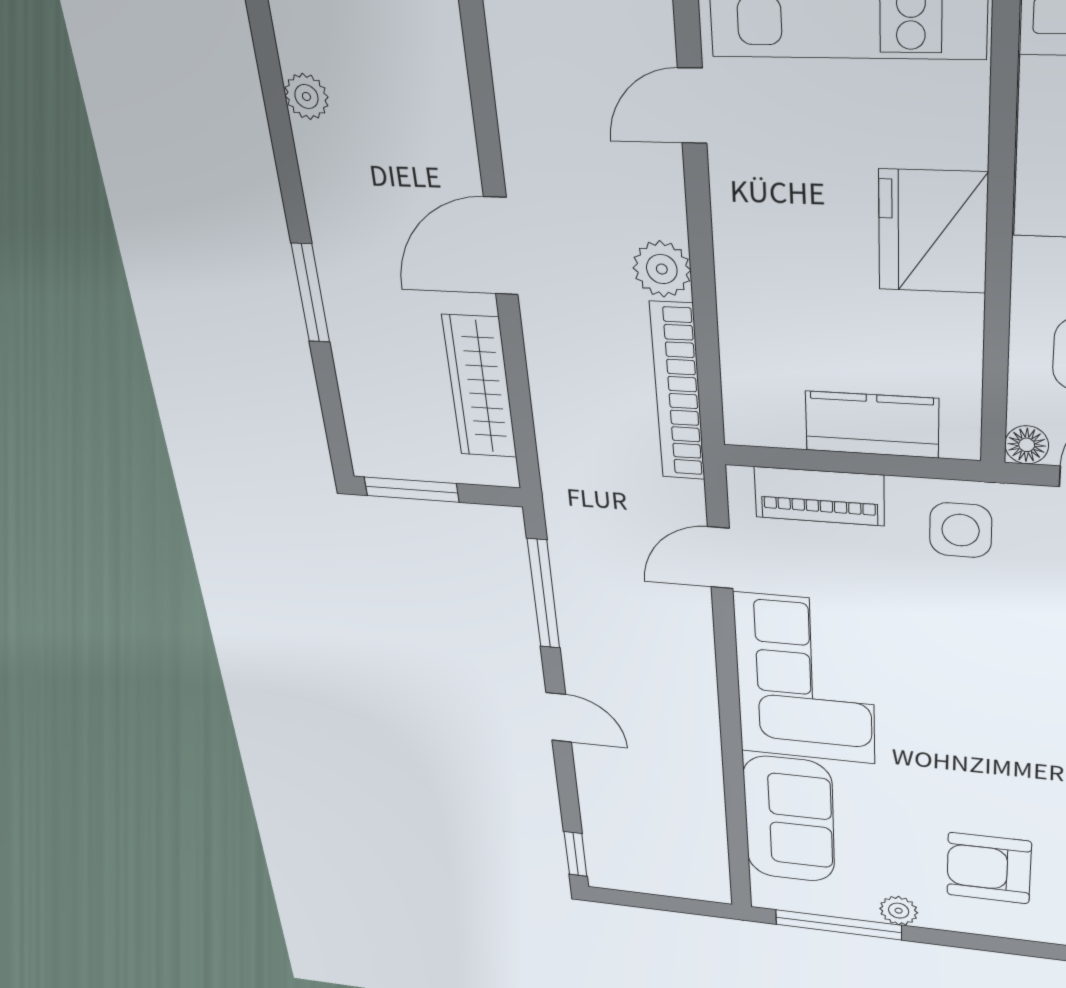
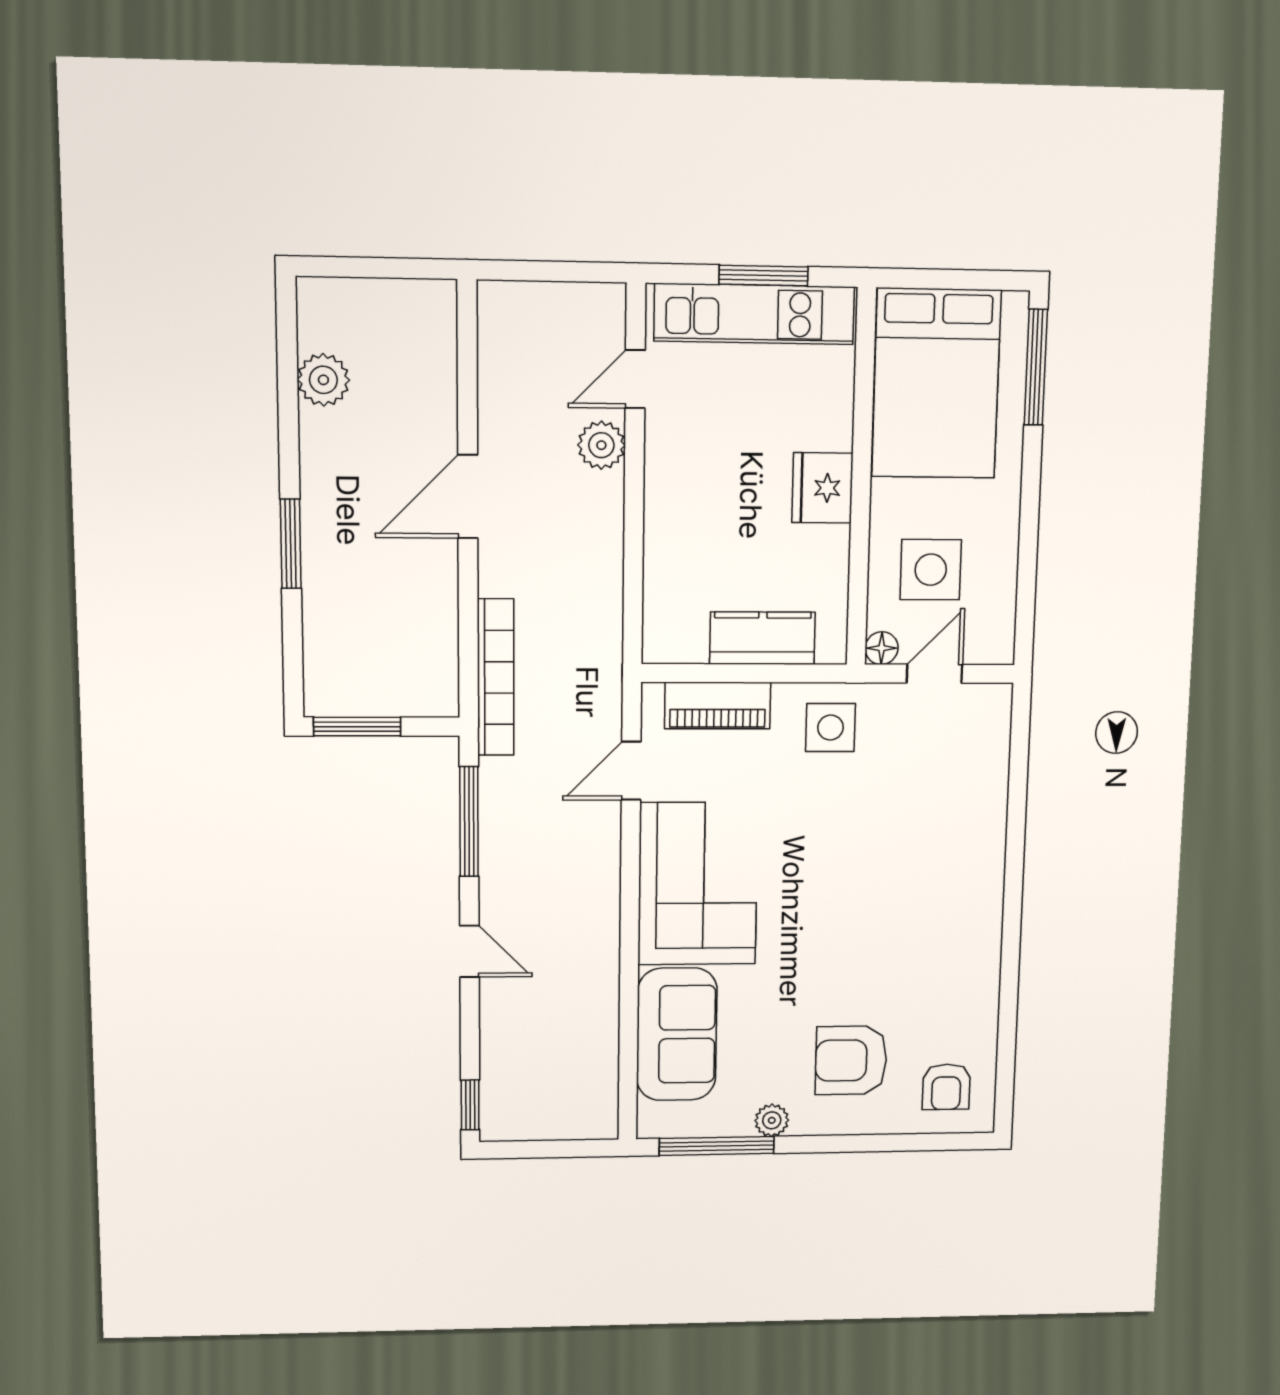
plant: (306, 96) -> (323, 380), width x1.38, depth x1.38
fridge: (933, 232) -> (822, 488), width x0.73, depth x0.75
plant: (662, 269) -> (601, 445), moved
wardrobe: (480, 387) -> (434, 623), removed
bookcase: (678, 392) -> (496, 677), moved, turned 180

